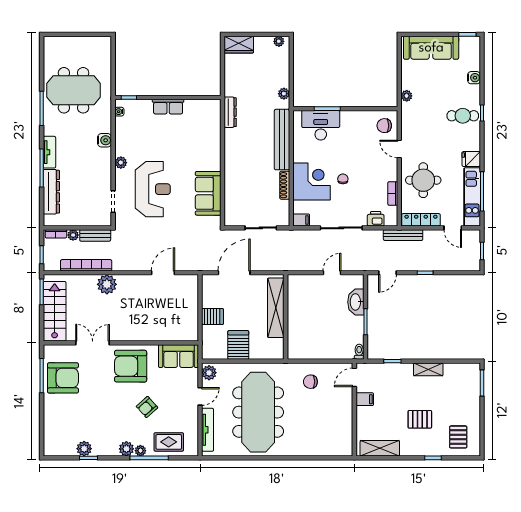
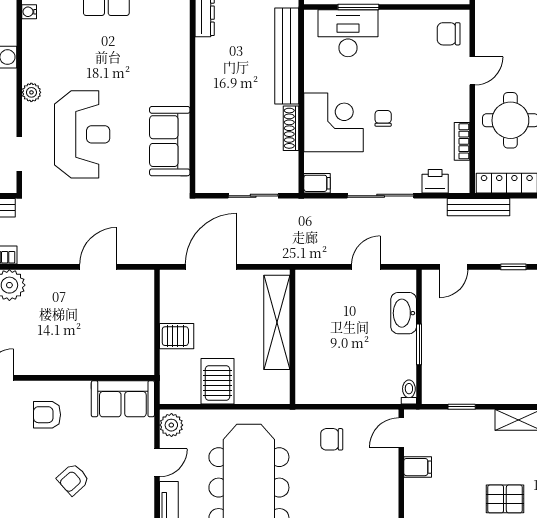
door: (399, 149) -> (472, 71), swing flipped
armchair: (131, 366) -> (47, 415), width x0.53, depth x0.53

